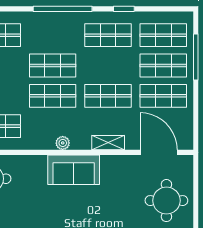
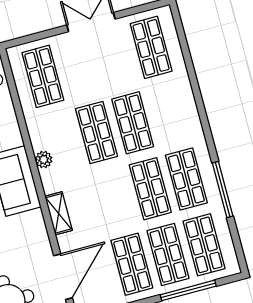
window: (63, 9) -> (203, 117), removed
window: (124, 9) -> (223, 190), width x2.17
shop shelf: (108, 96) -> (150, 189), moved

